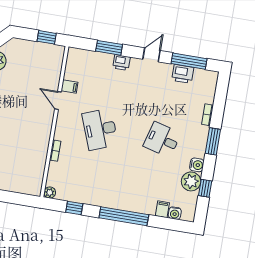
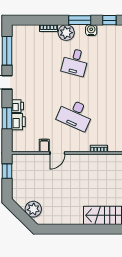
printer: (183, 74) -> (18, 122), moved
desk: (100, 129) -> (75, 115), turned 45
window: (213, 141) -> (80, 20), moved
plant: (191, 181) -> (66, 33), moved

